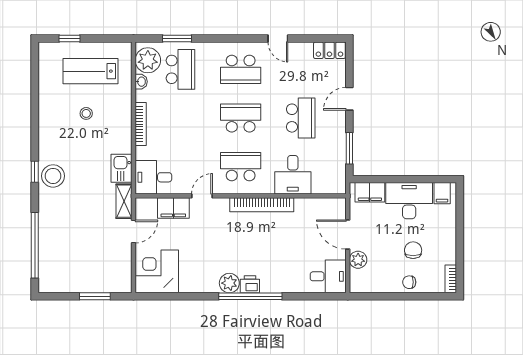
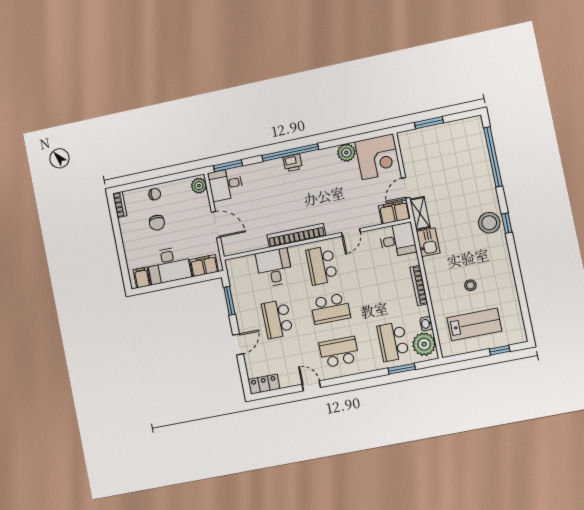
school desk: (241, 167) -> (322, 265), turned 90
filing cabinet: (173, 208) -> (394, 212), moved
plant: (358, 260) -> (199, 186), moved
plant: (229, 283) -> (346, 153), moved
window: (321, 296) -> (228, 166), added

